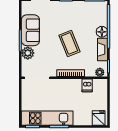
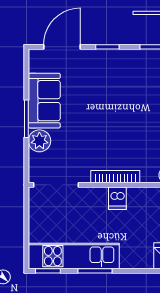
coffee table: (69, 43) -> (113, 124), removed
dishwasher: (87, 85) -> (117, 198), moved

